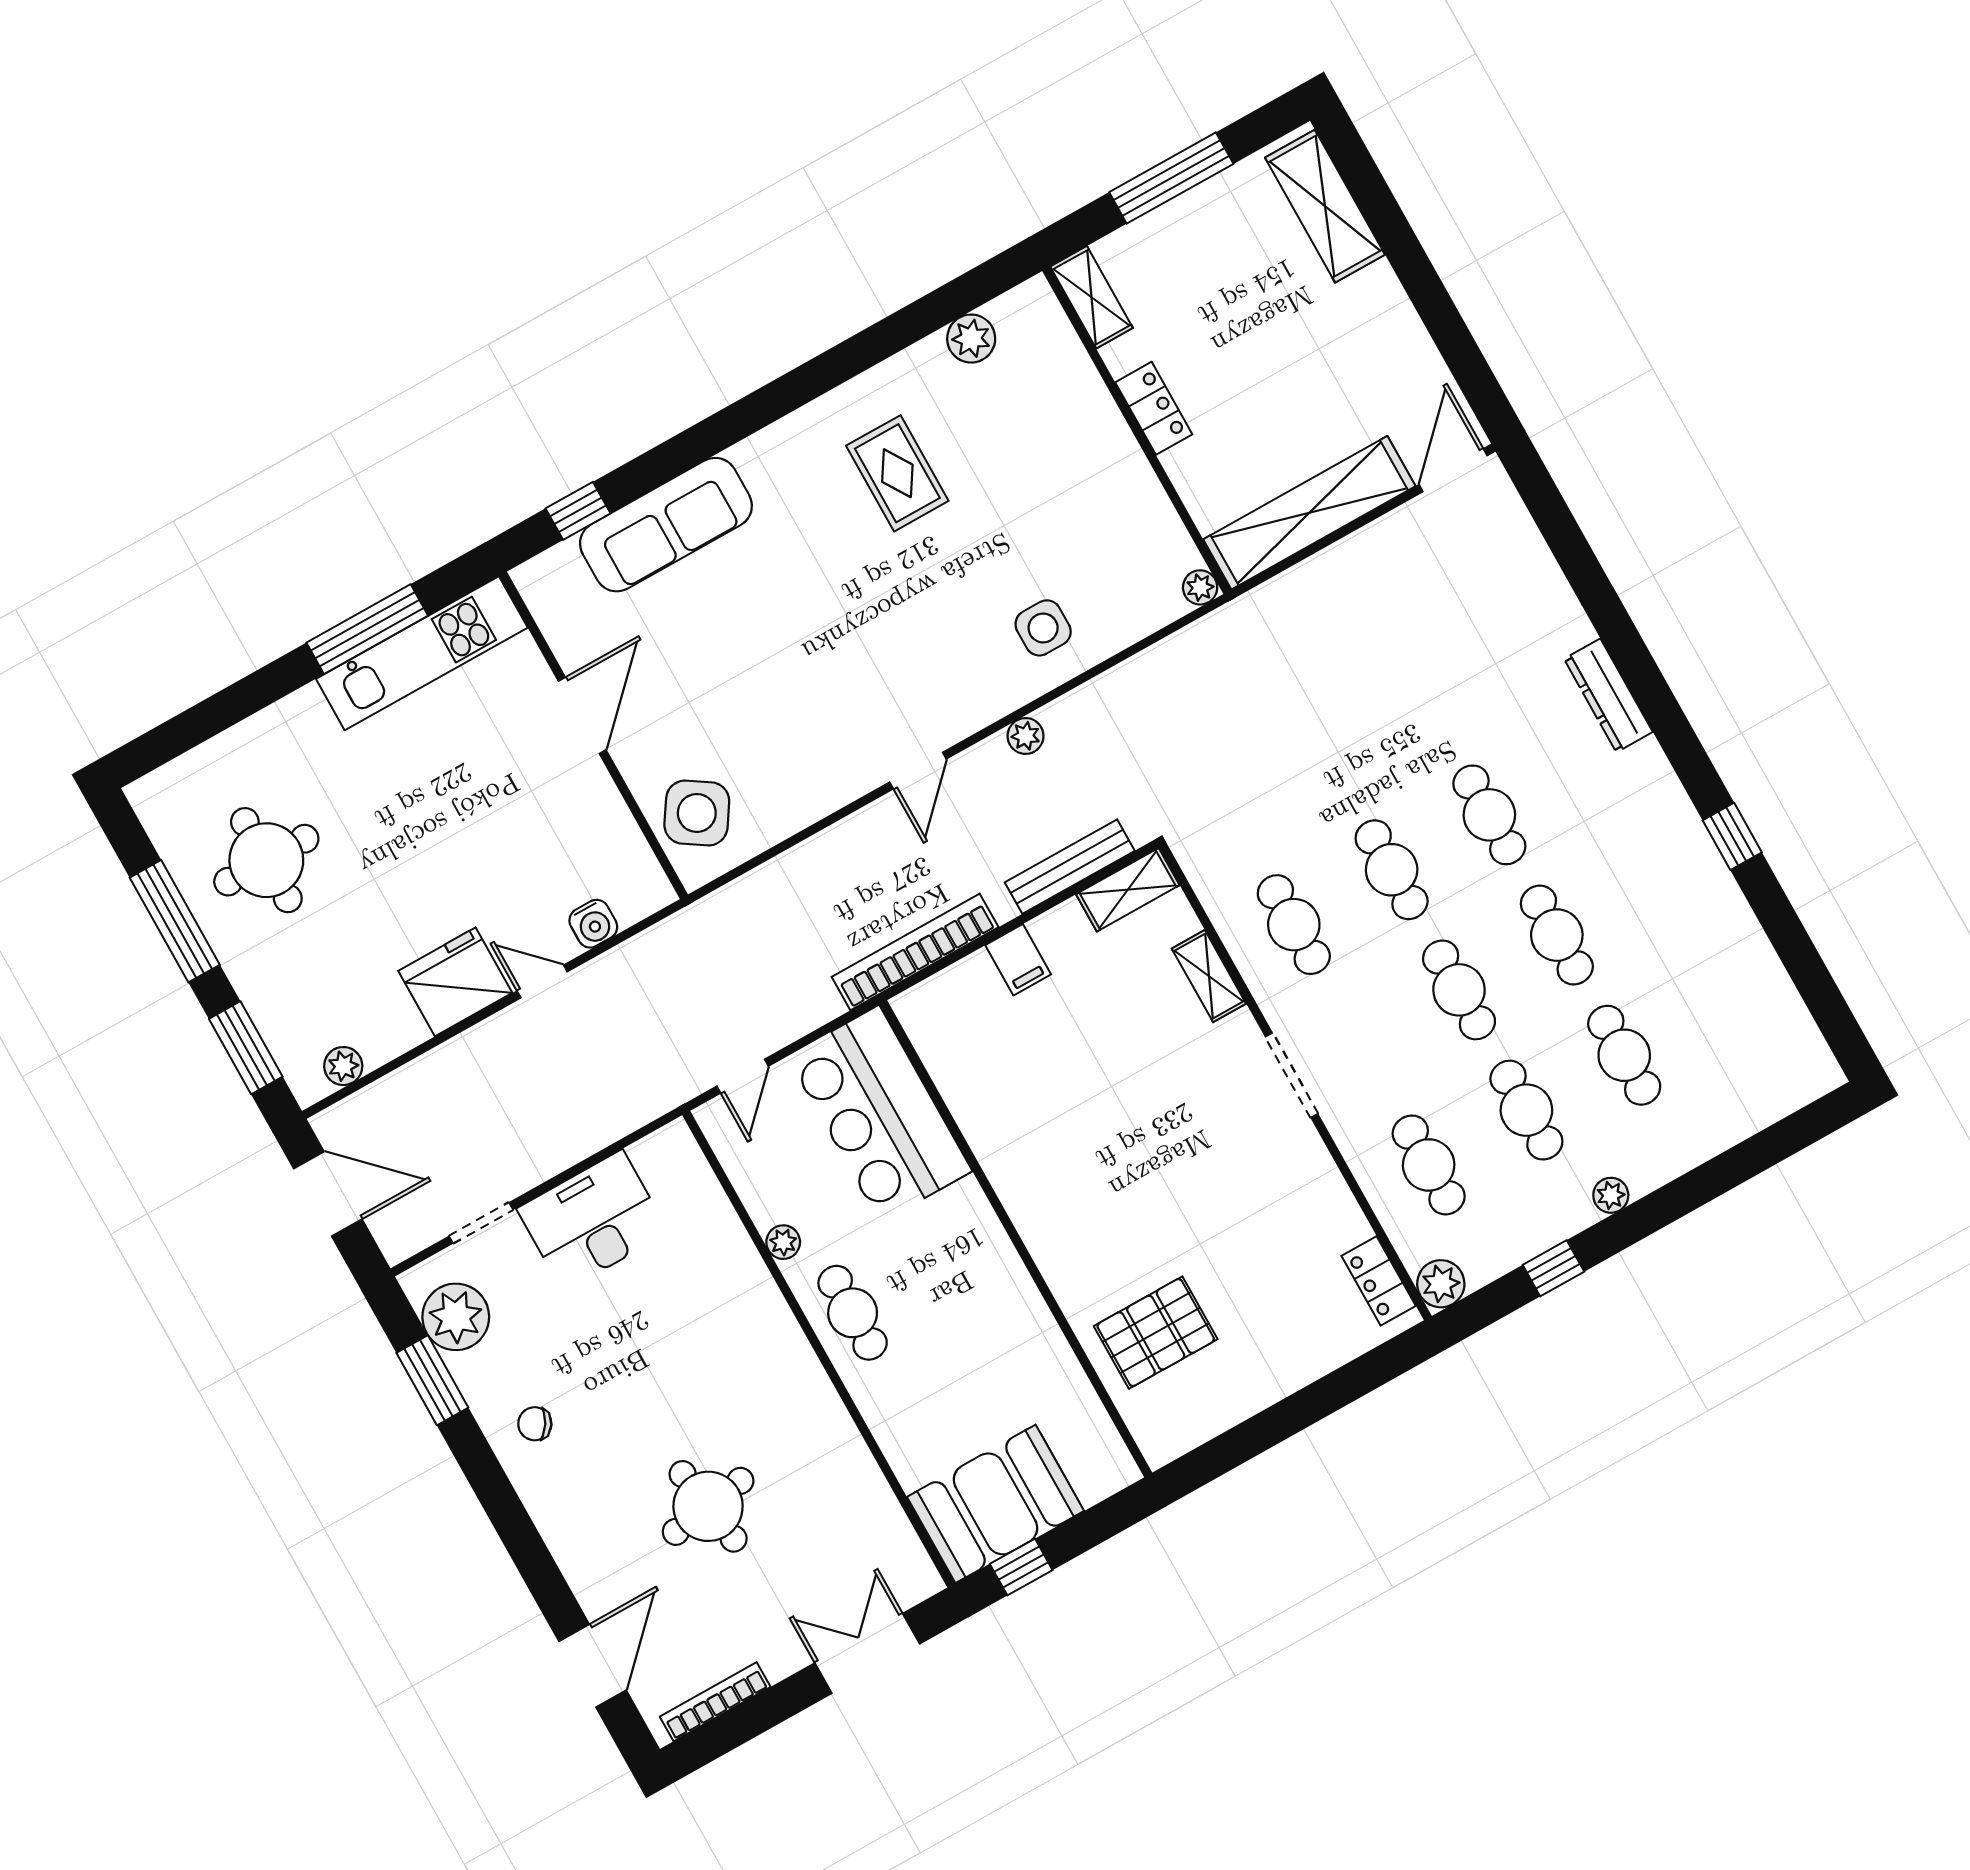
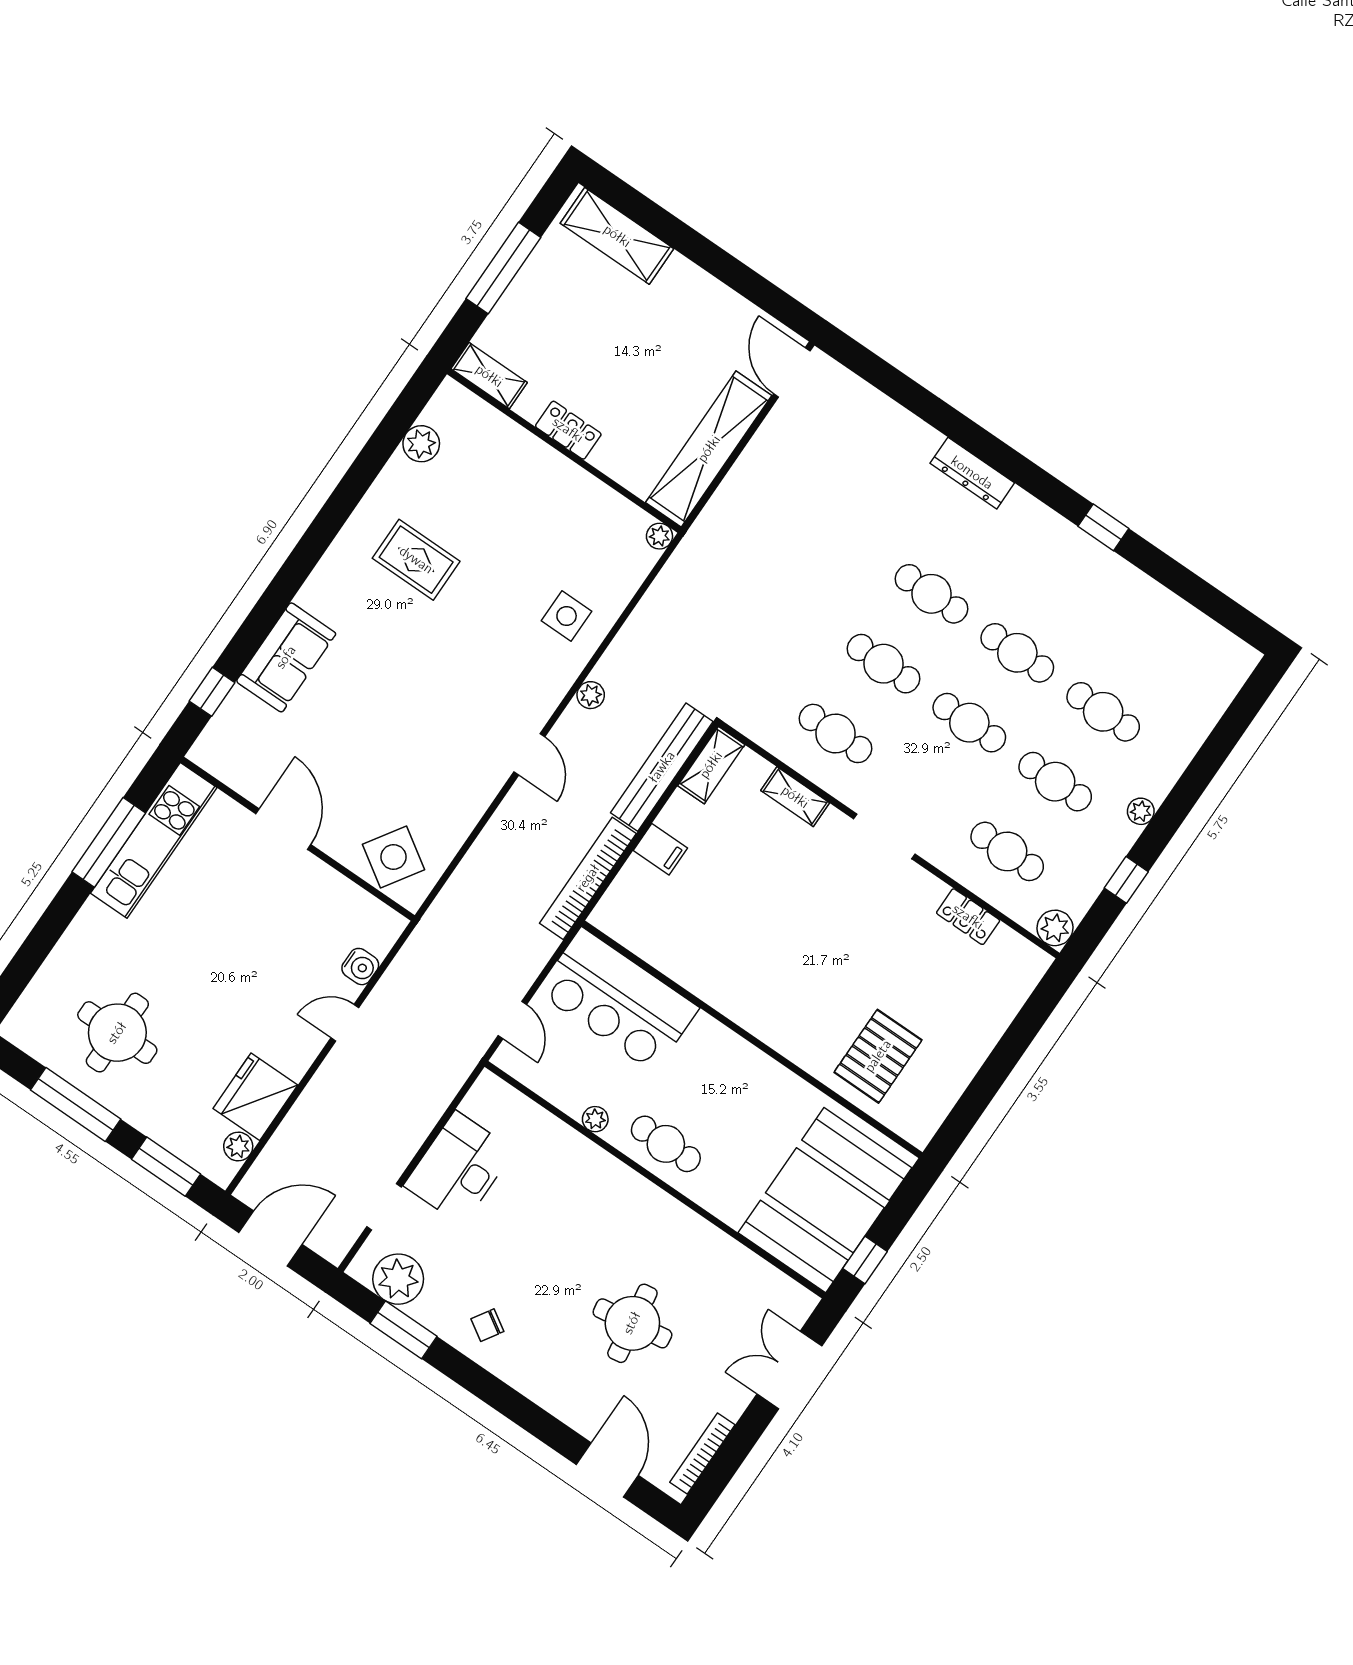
sofa: (666, 525) -> (286, 657), width x0.73
bench: (1070, 867) -> (662, 767), width x1.37, depth x1.21
fridge: (455, 982) -> (255, 1097), moved
locker: (1379, 1281) -> (968, 917), moved
booth: (995, 1504) -> (825, 1200), width x1.36, depth x1.42

